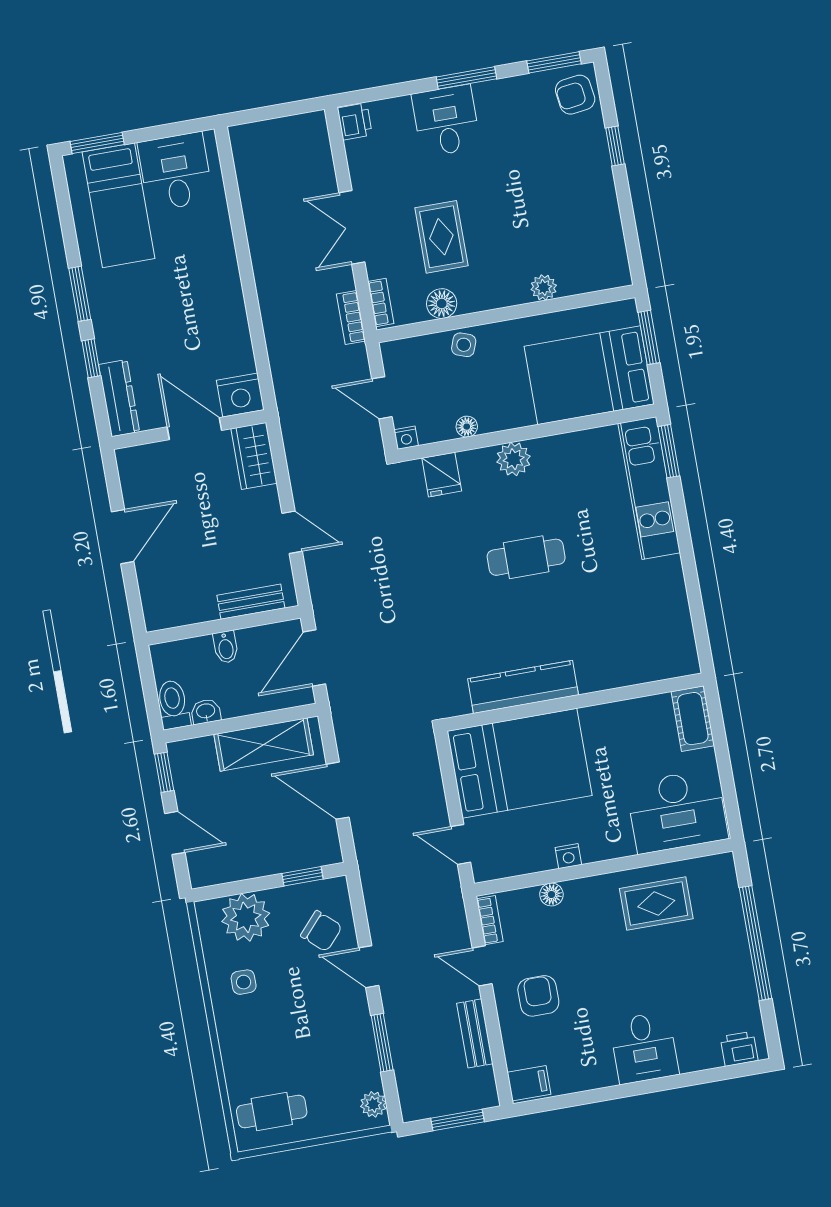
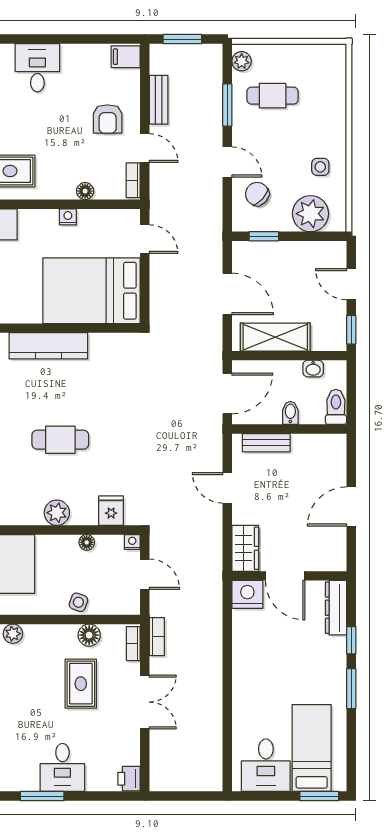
kitchen counter: (523, 687) -> (48, 346), moved
toilet: (173, 705) -> (336, 407), moved, turned 180
cafe table: (272, 1112) -> (273, 96), moved

